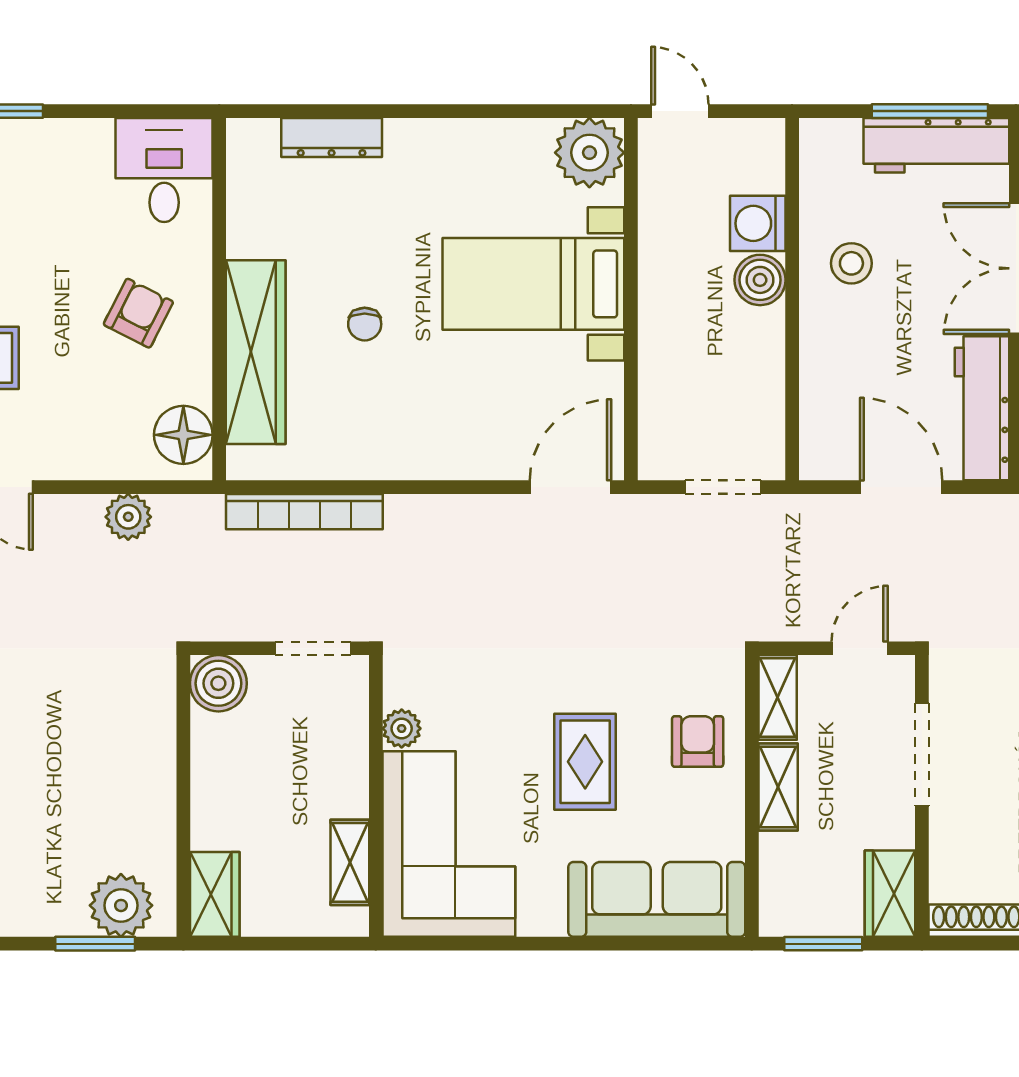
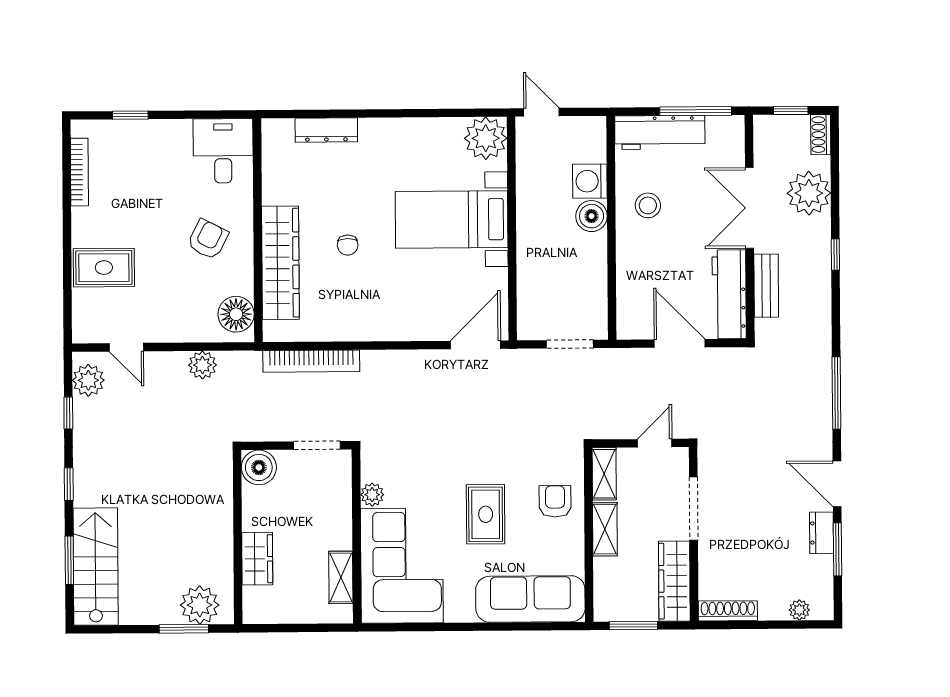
workbench: (936, 145) -> (660, 132), moved
wardrobe: (215, 894) -> (257, 559), moved
wardrobe: (890, 894) -> (674, 581), width x1.50

